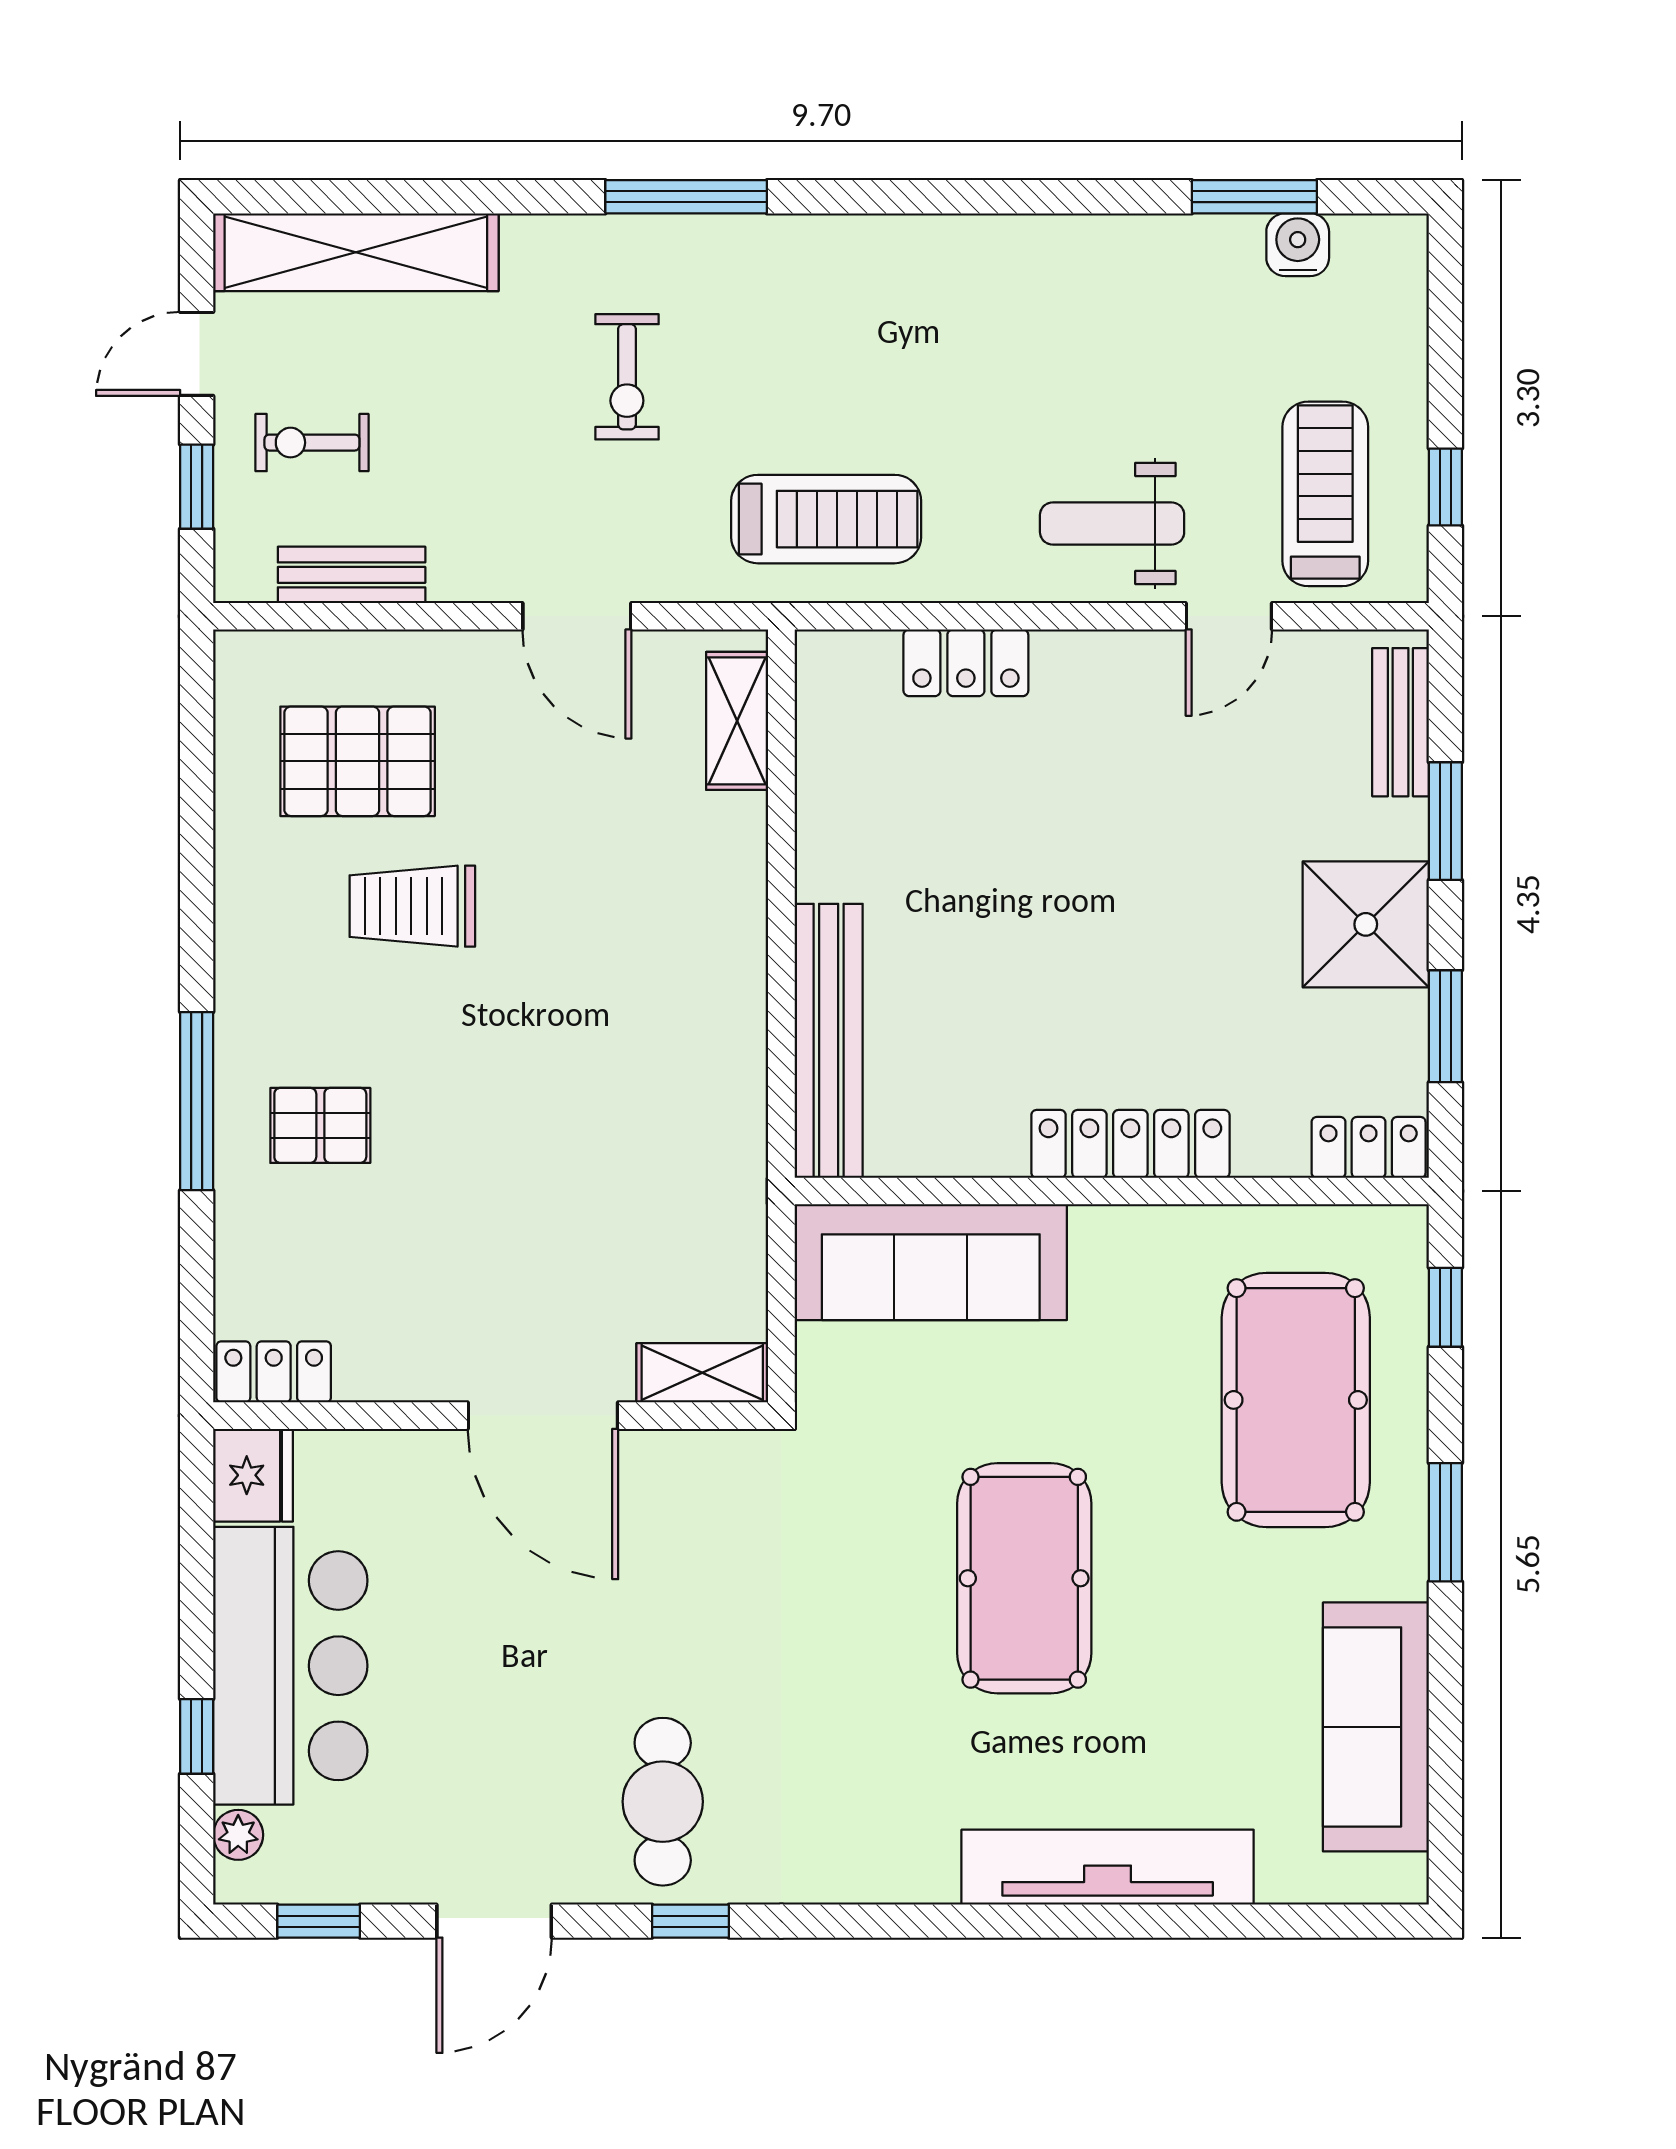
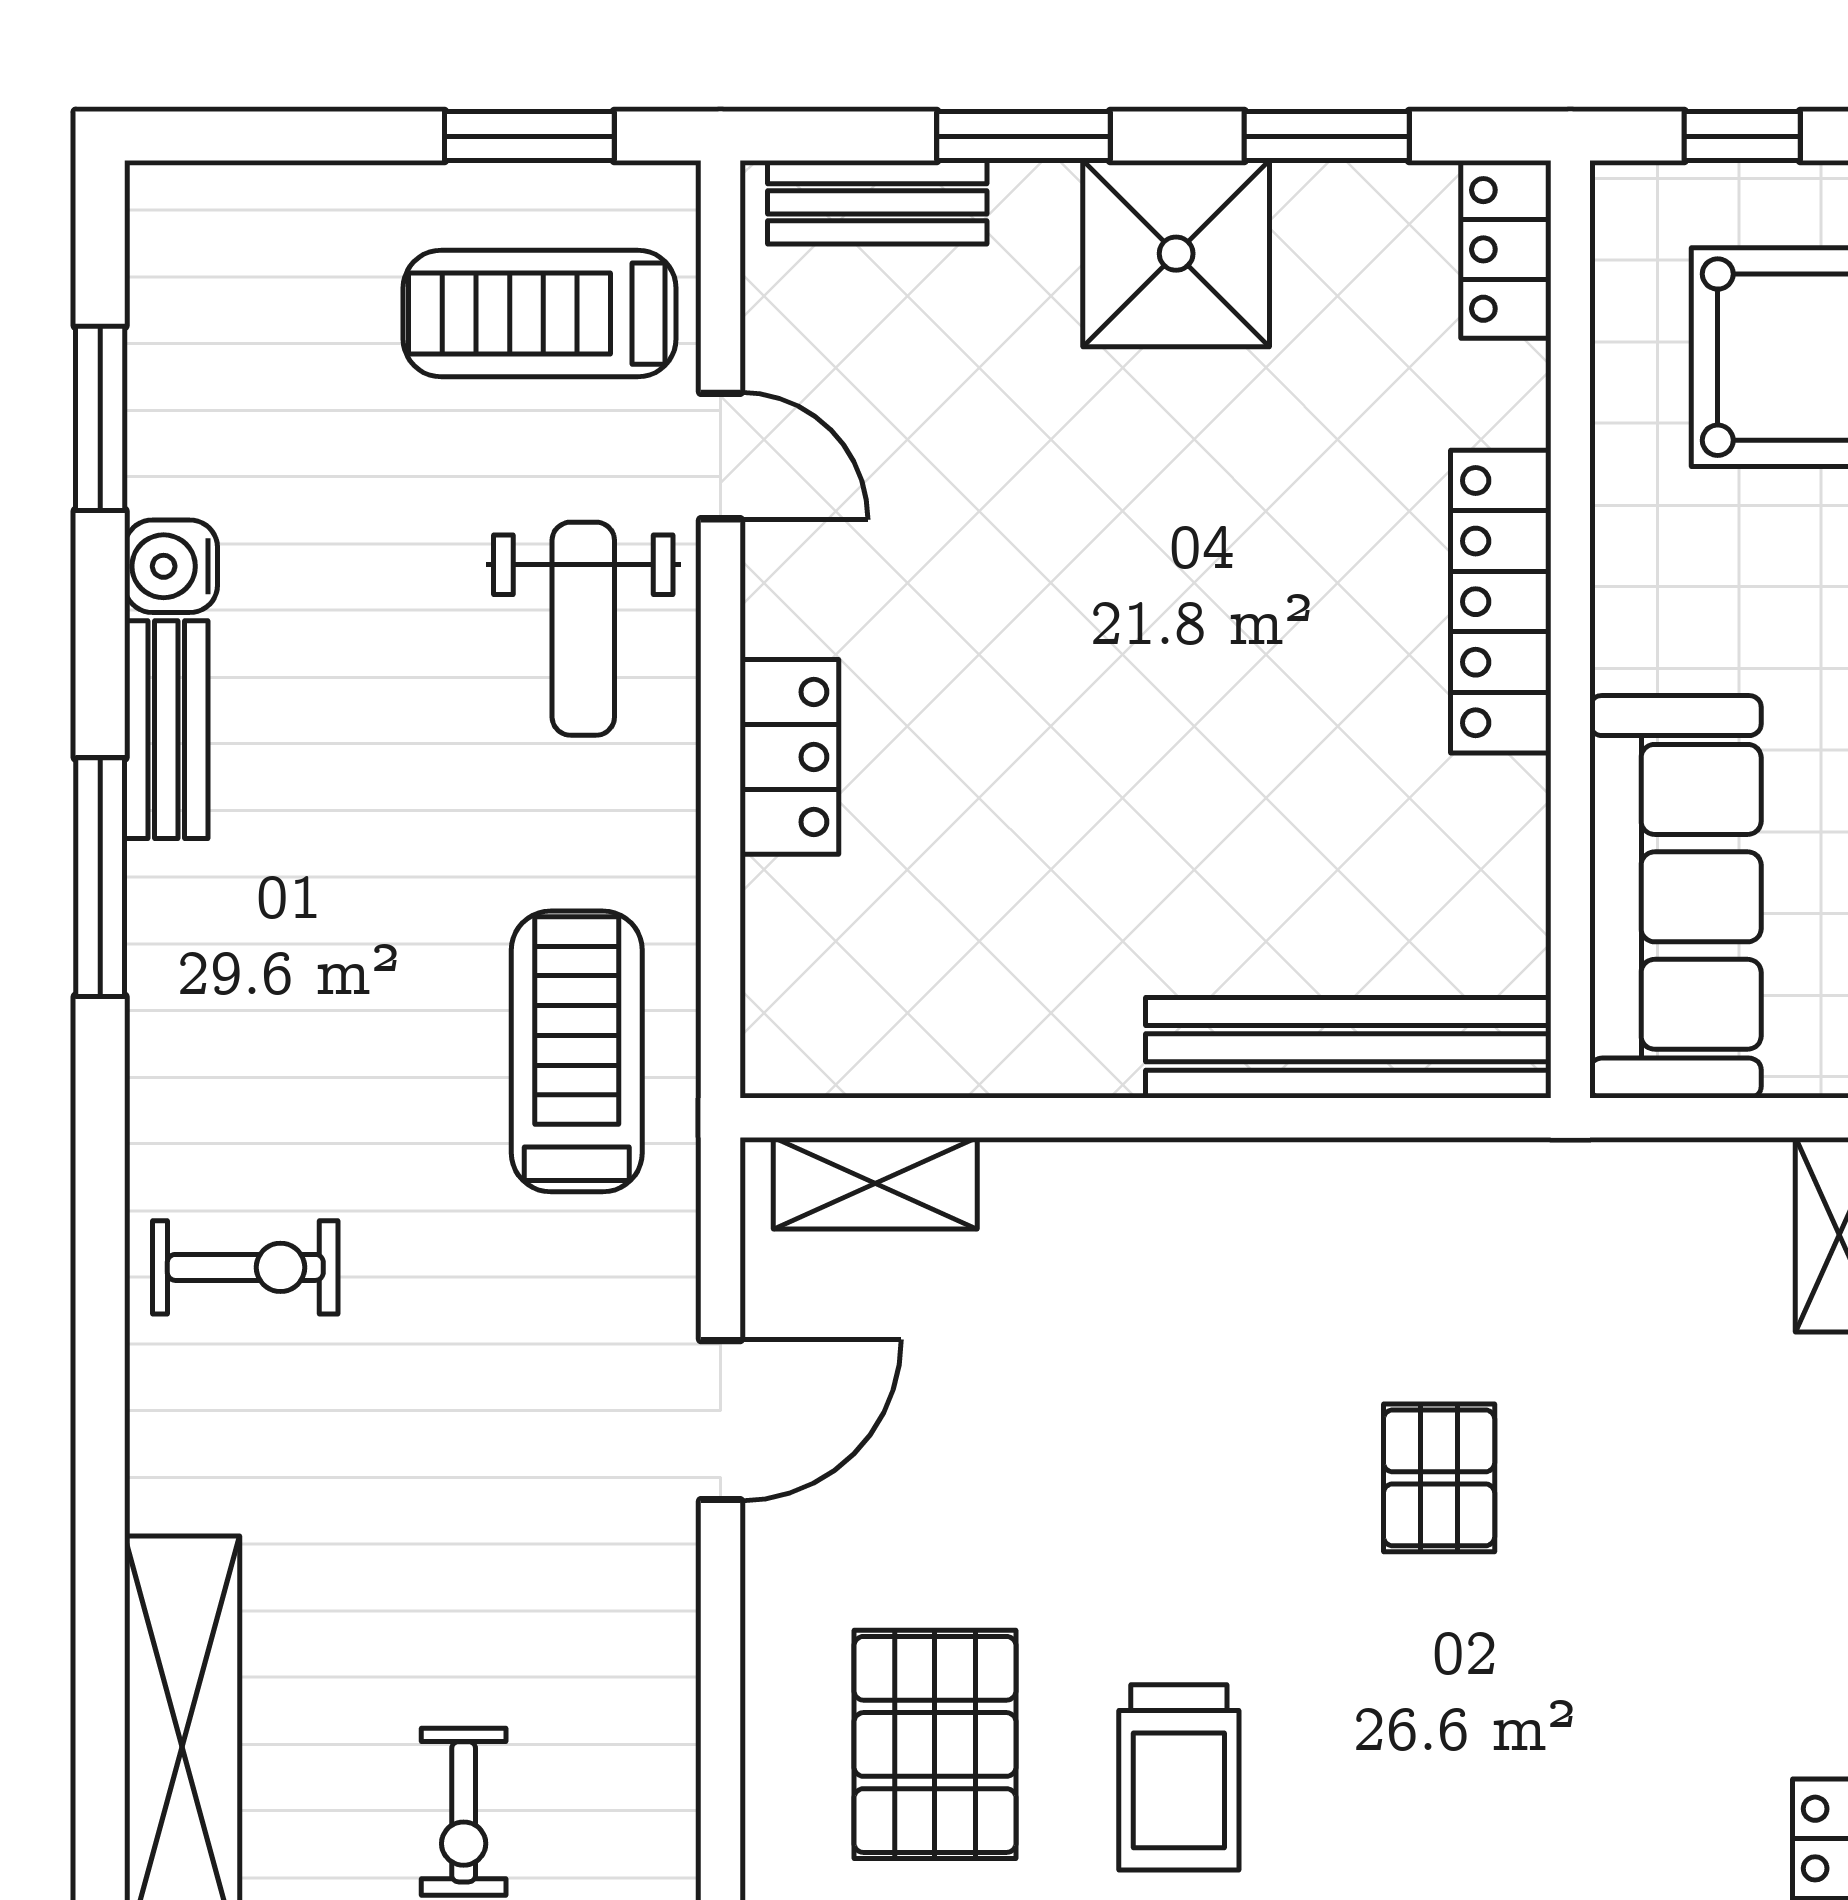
window: (686, 197) -> (100, 877), moved
water cooler: (1298, 245) -> (171, 566), moved
exercise bike: (627, 377) -> (245, 1267), moved
window: (1445, 487) -> (529, 136), width x1.50
bench: (352, 575) -> (166, 730), moved
locker: (966, 663) -> (789, 757), moved
trolley: (412, 906) -> (1179, 1777), moved
pallet: (320, 1125) -> (1439, 1478), moved

